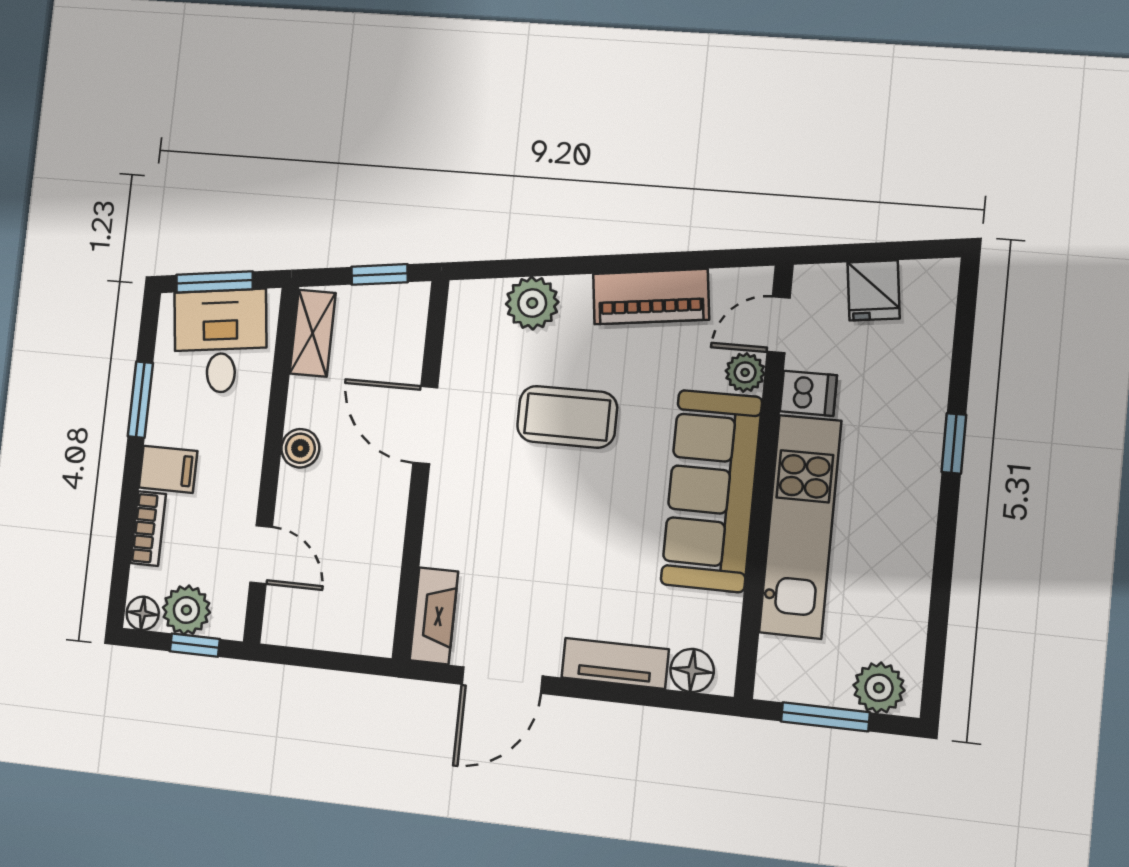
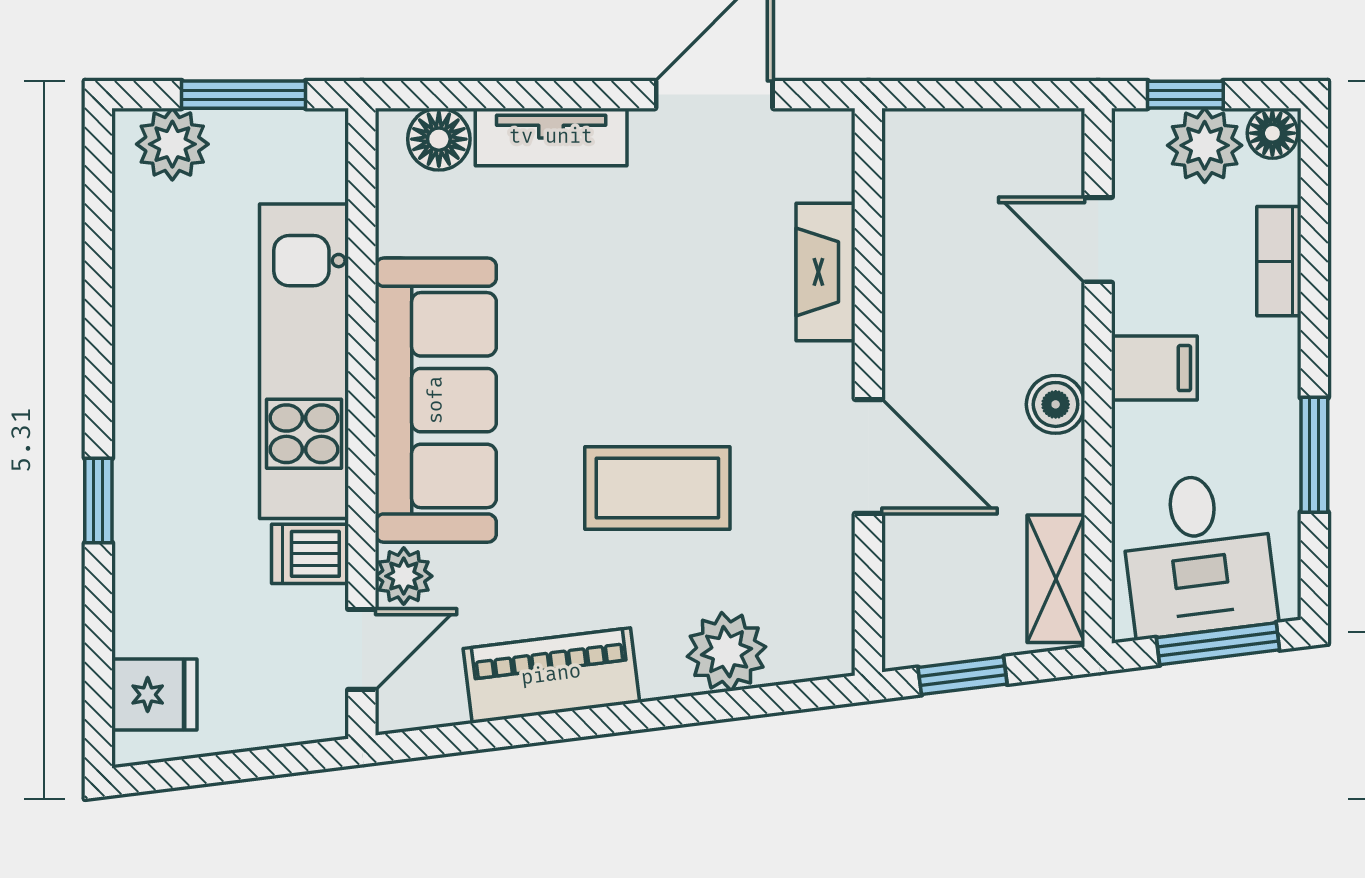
fridge: (874, 290) -> (154, 695), moved, turned 97
filing cabinet: (168, 469) -> (1154, 368), moved, turned 180
fireplace: (434, 616) -> (826, 272), moved

